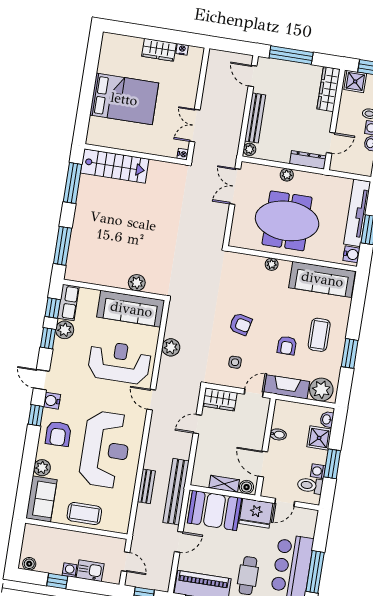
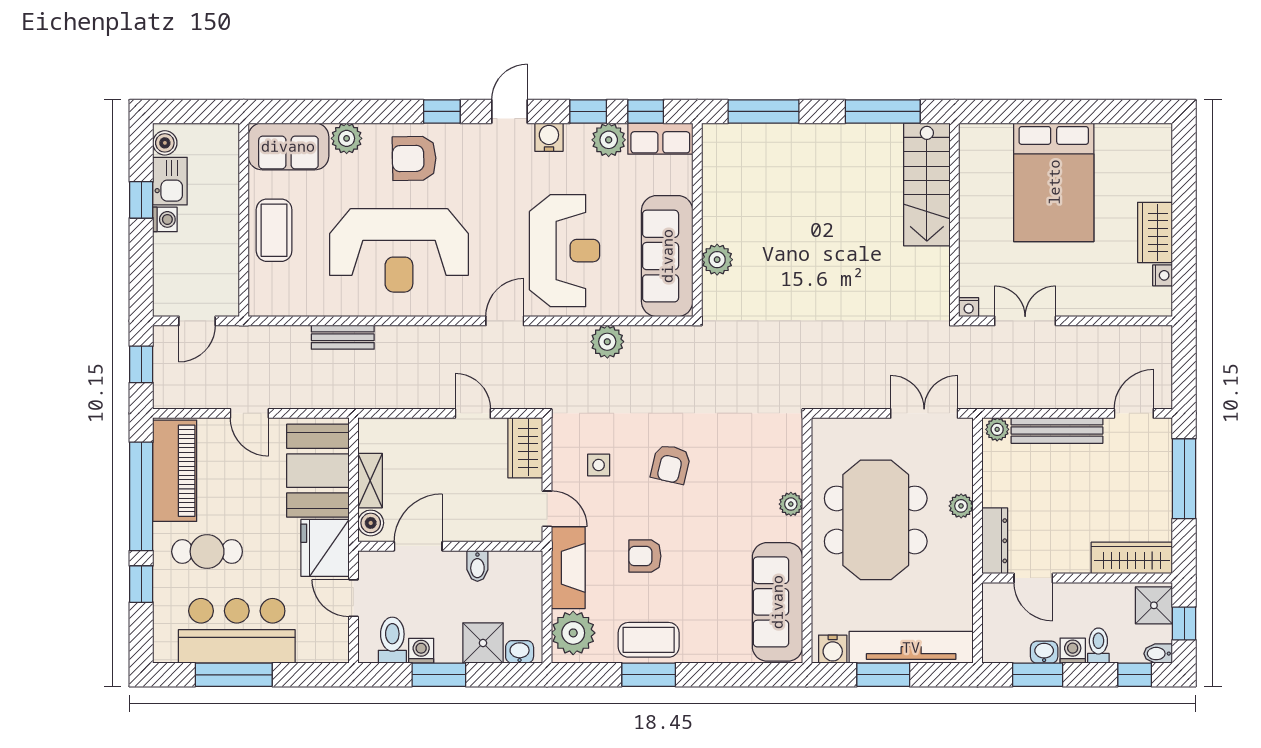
coffee table: (319, 335) -> (649, 640), moved
water cooler: (52, 401) -> (549, 137), moved
bench: (176, 492) -> (342, 394), removed
kitchen sink: (90, 571) -> (170, 181), moved

